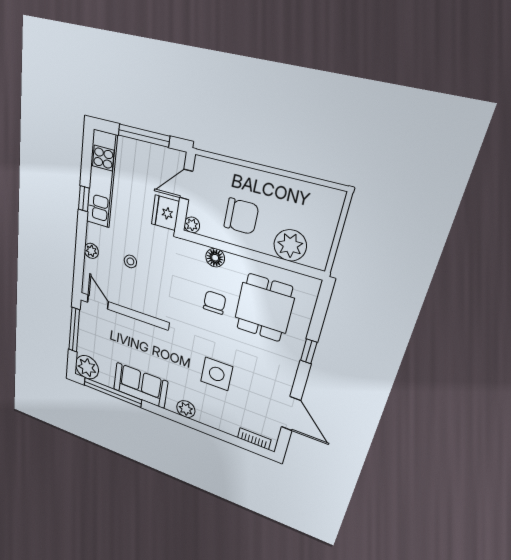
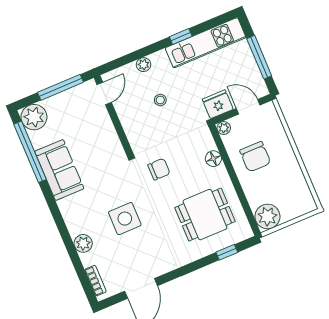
plant: (290, 245) -> (267, 216), moved
chair: (215, 303) -> (159, 169), moved
window: (309, 351) -> (227, 252), moved
plant: (186, 409) -> (83, 243), moved

